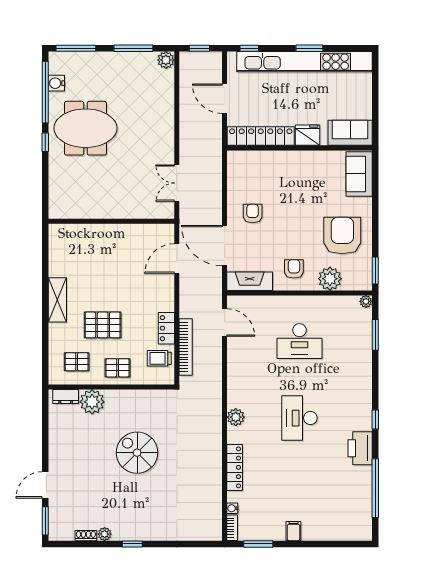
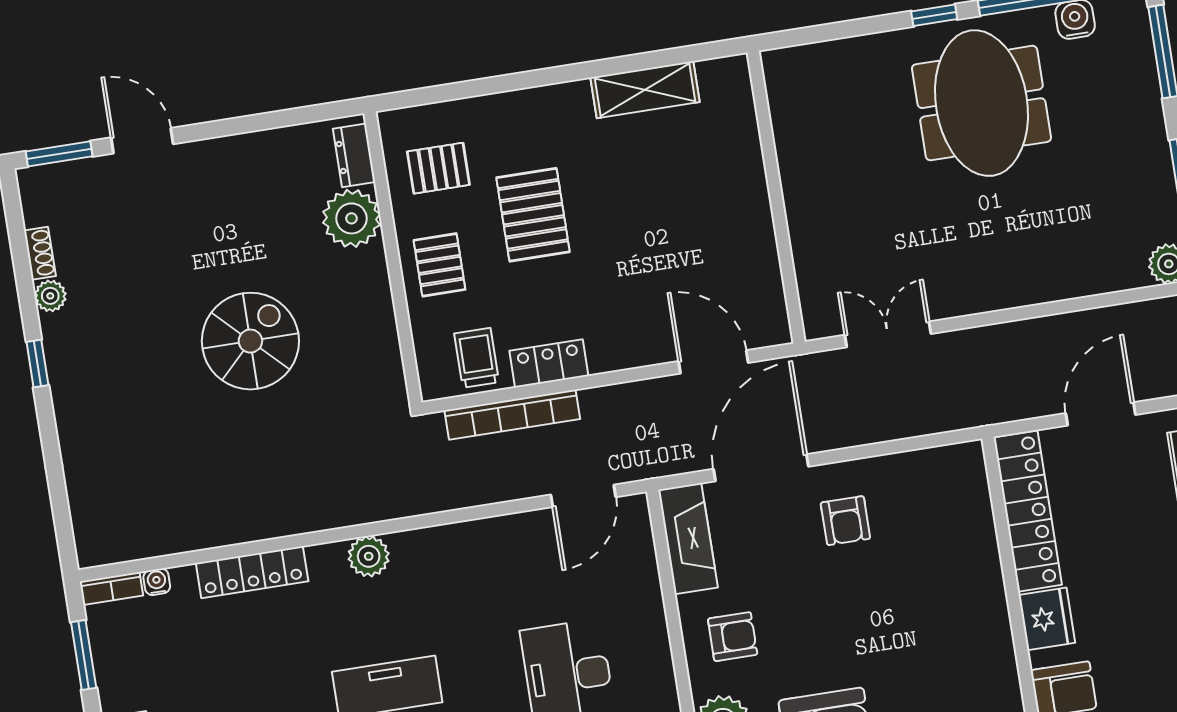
armchair: (253, 214) -> (845, 521), turned 90
shelving: (57, 300) -> (645, 90), moved
pallet: (77, 362) -> (438, 168), turned 90

